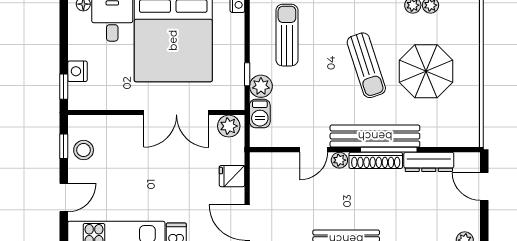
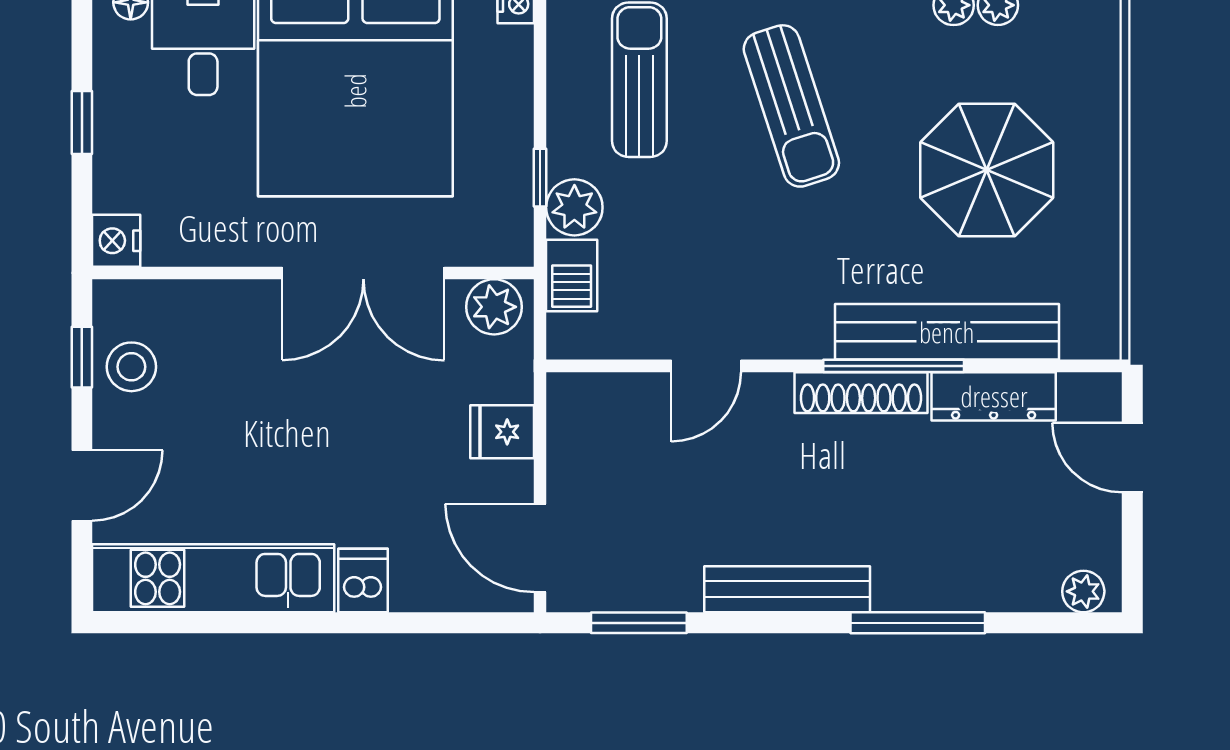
sun lounger: (366, 65) -> (791, 106), moved
nightstand: (77, 71) -> (116, 241), moved
window: (64, 87) -> (82, 122), moved
bench: (375, 136) -> (947, 332), moved
plant: (339, 160) -> (770, 392), removed

